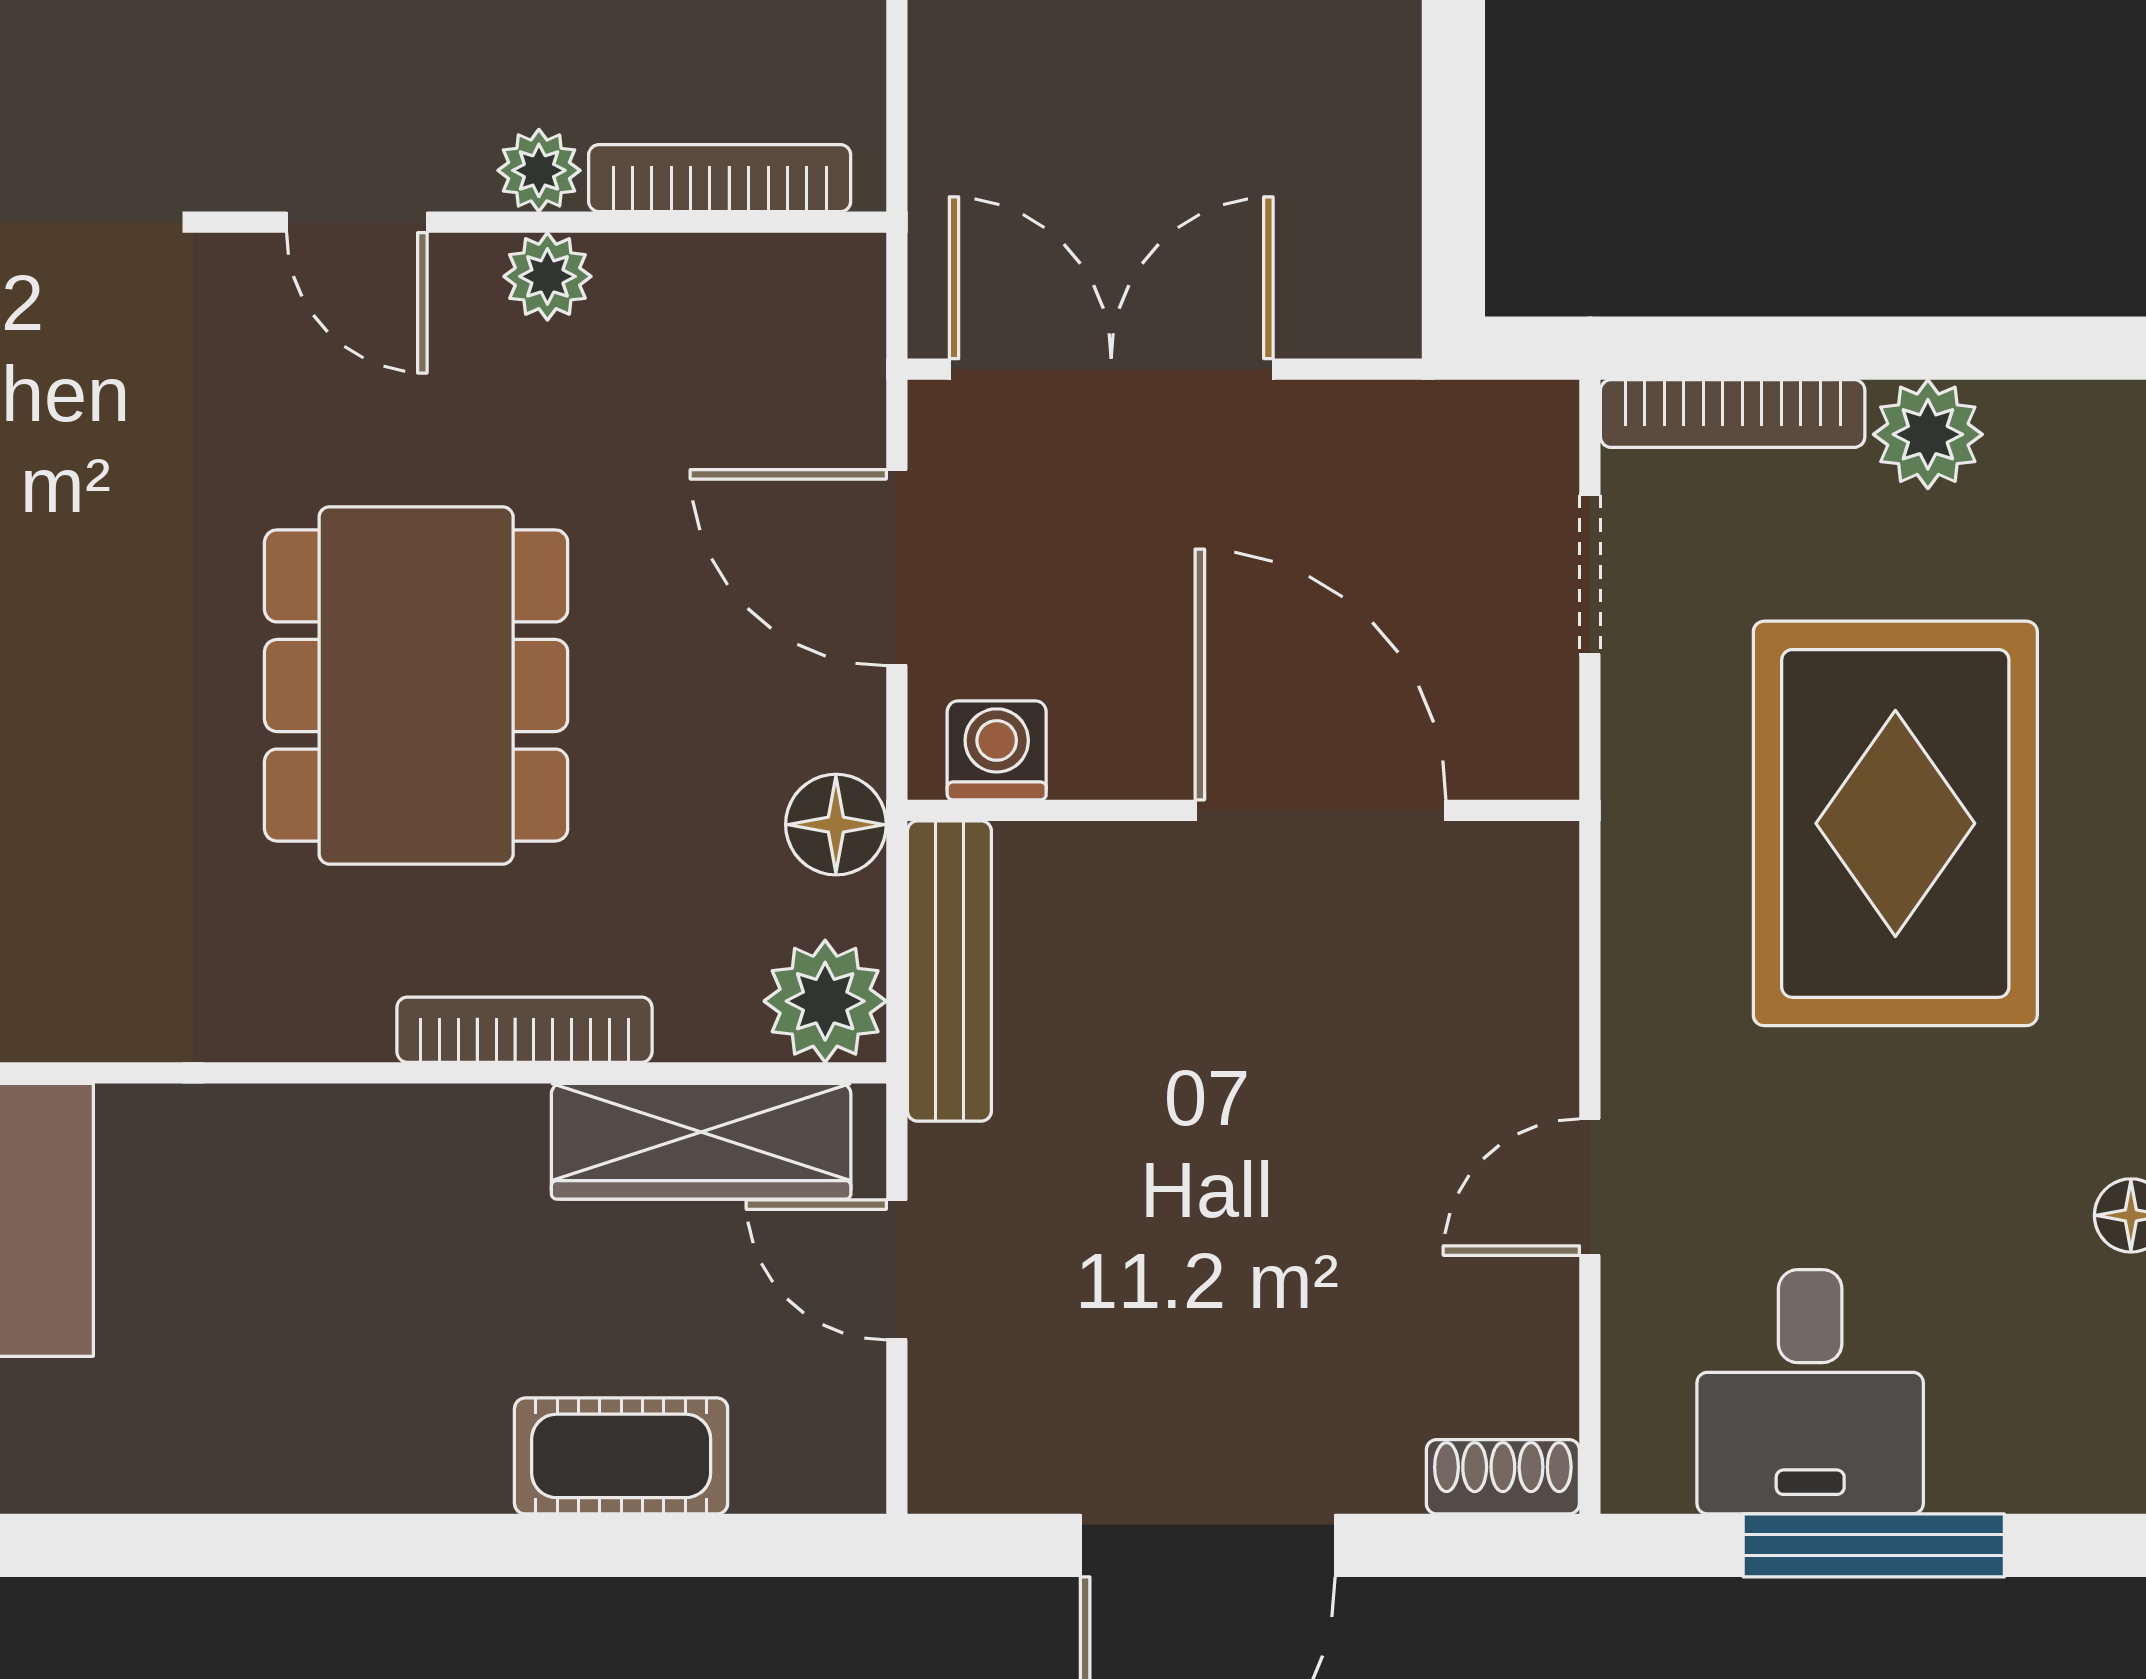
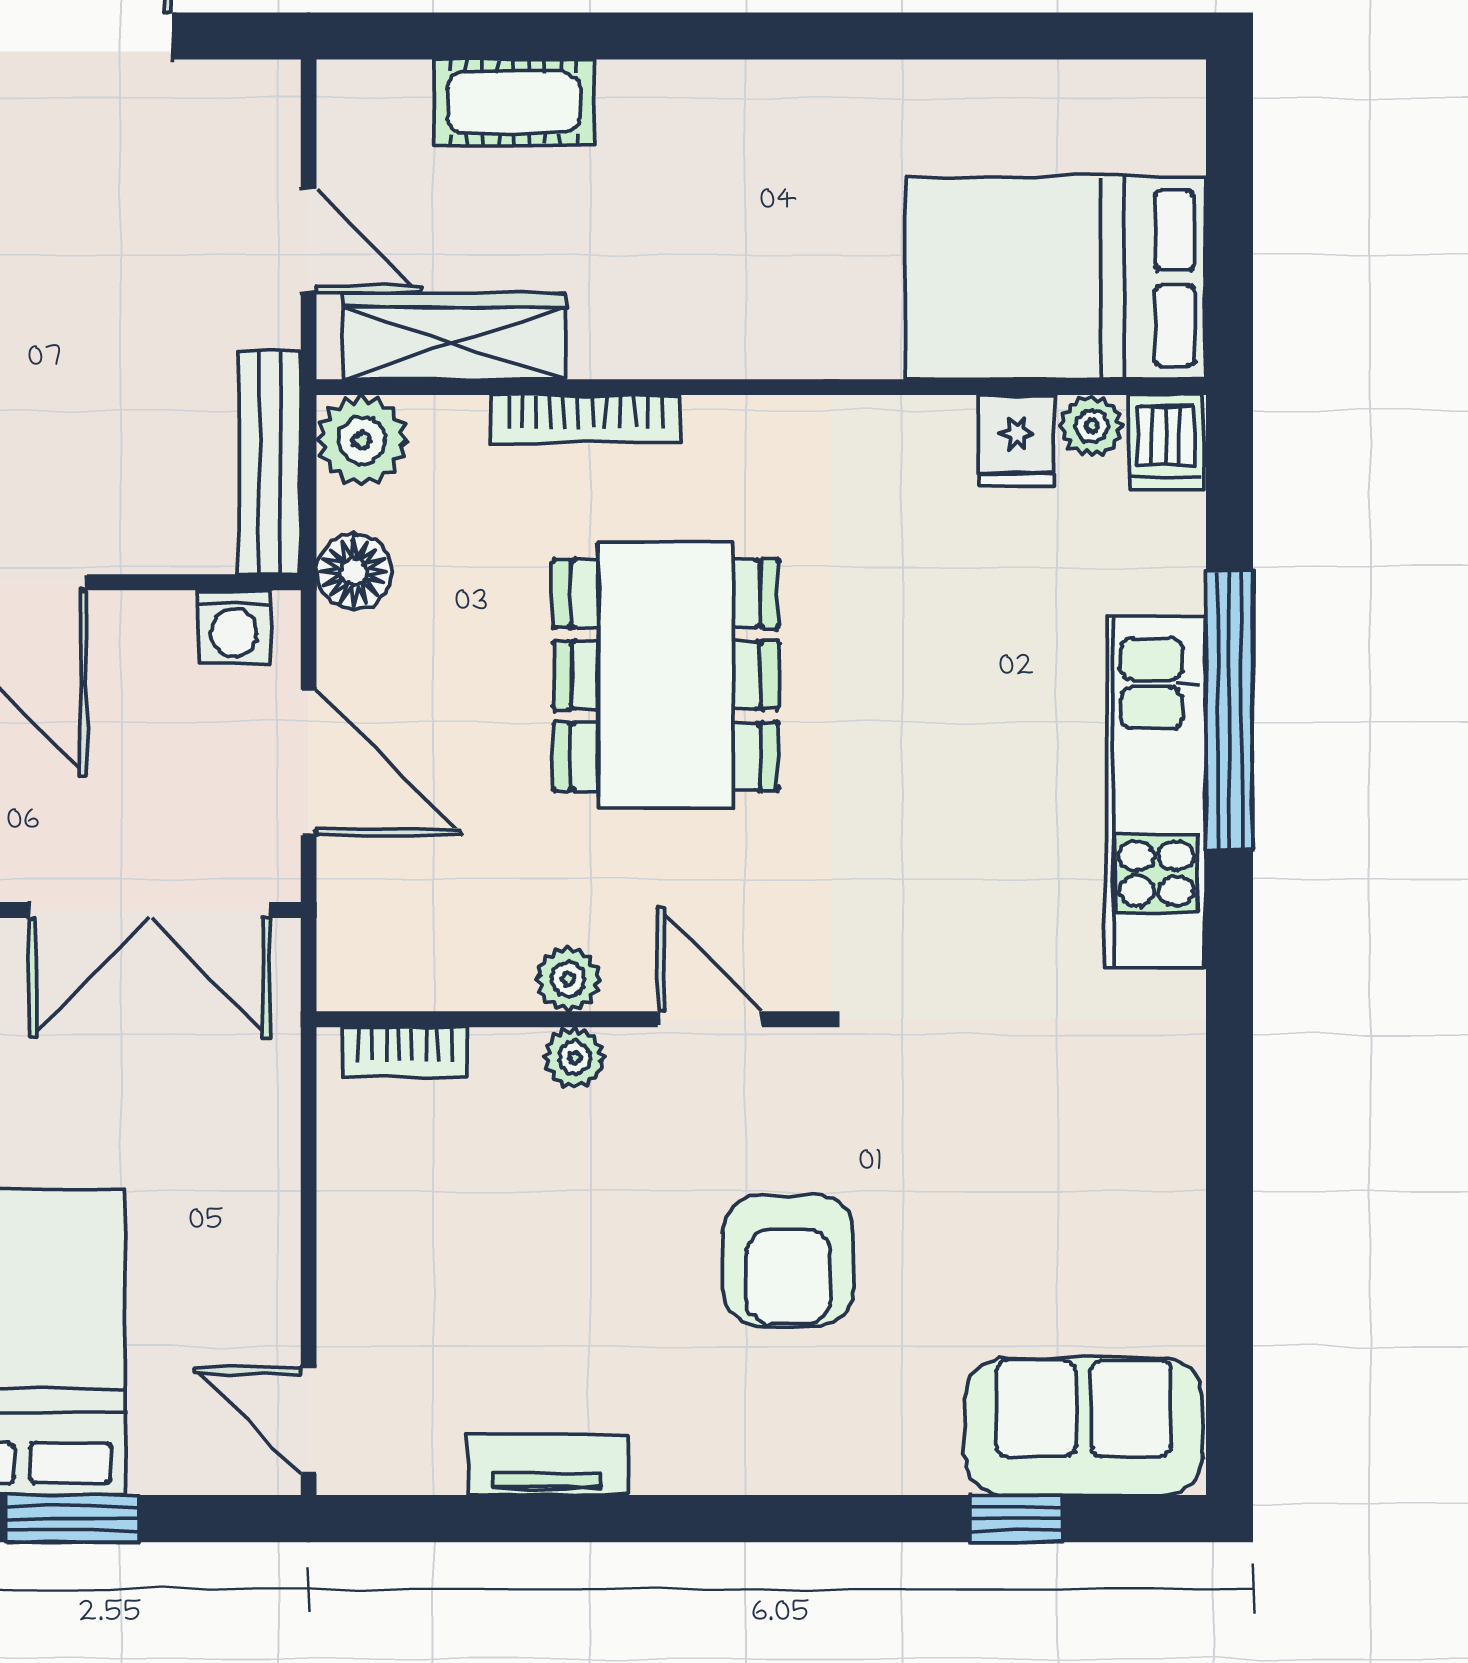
bookcase: (720, 178) -> (405, 1052), width x0.64

